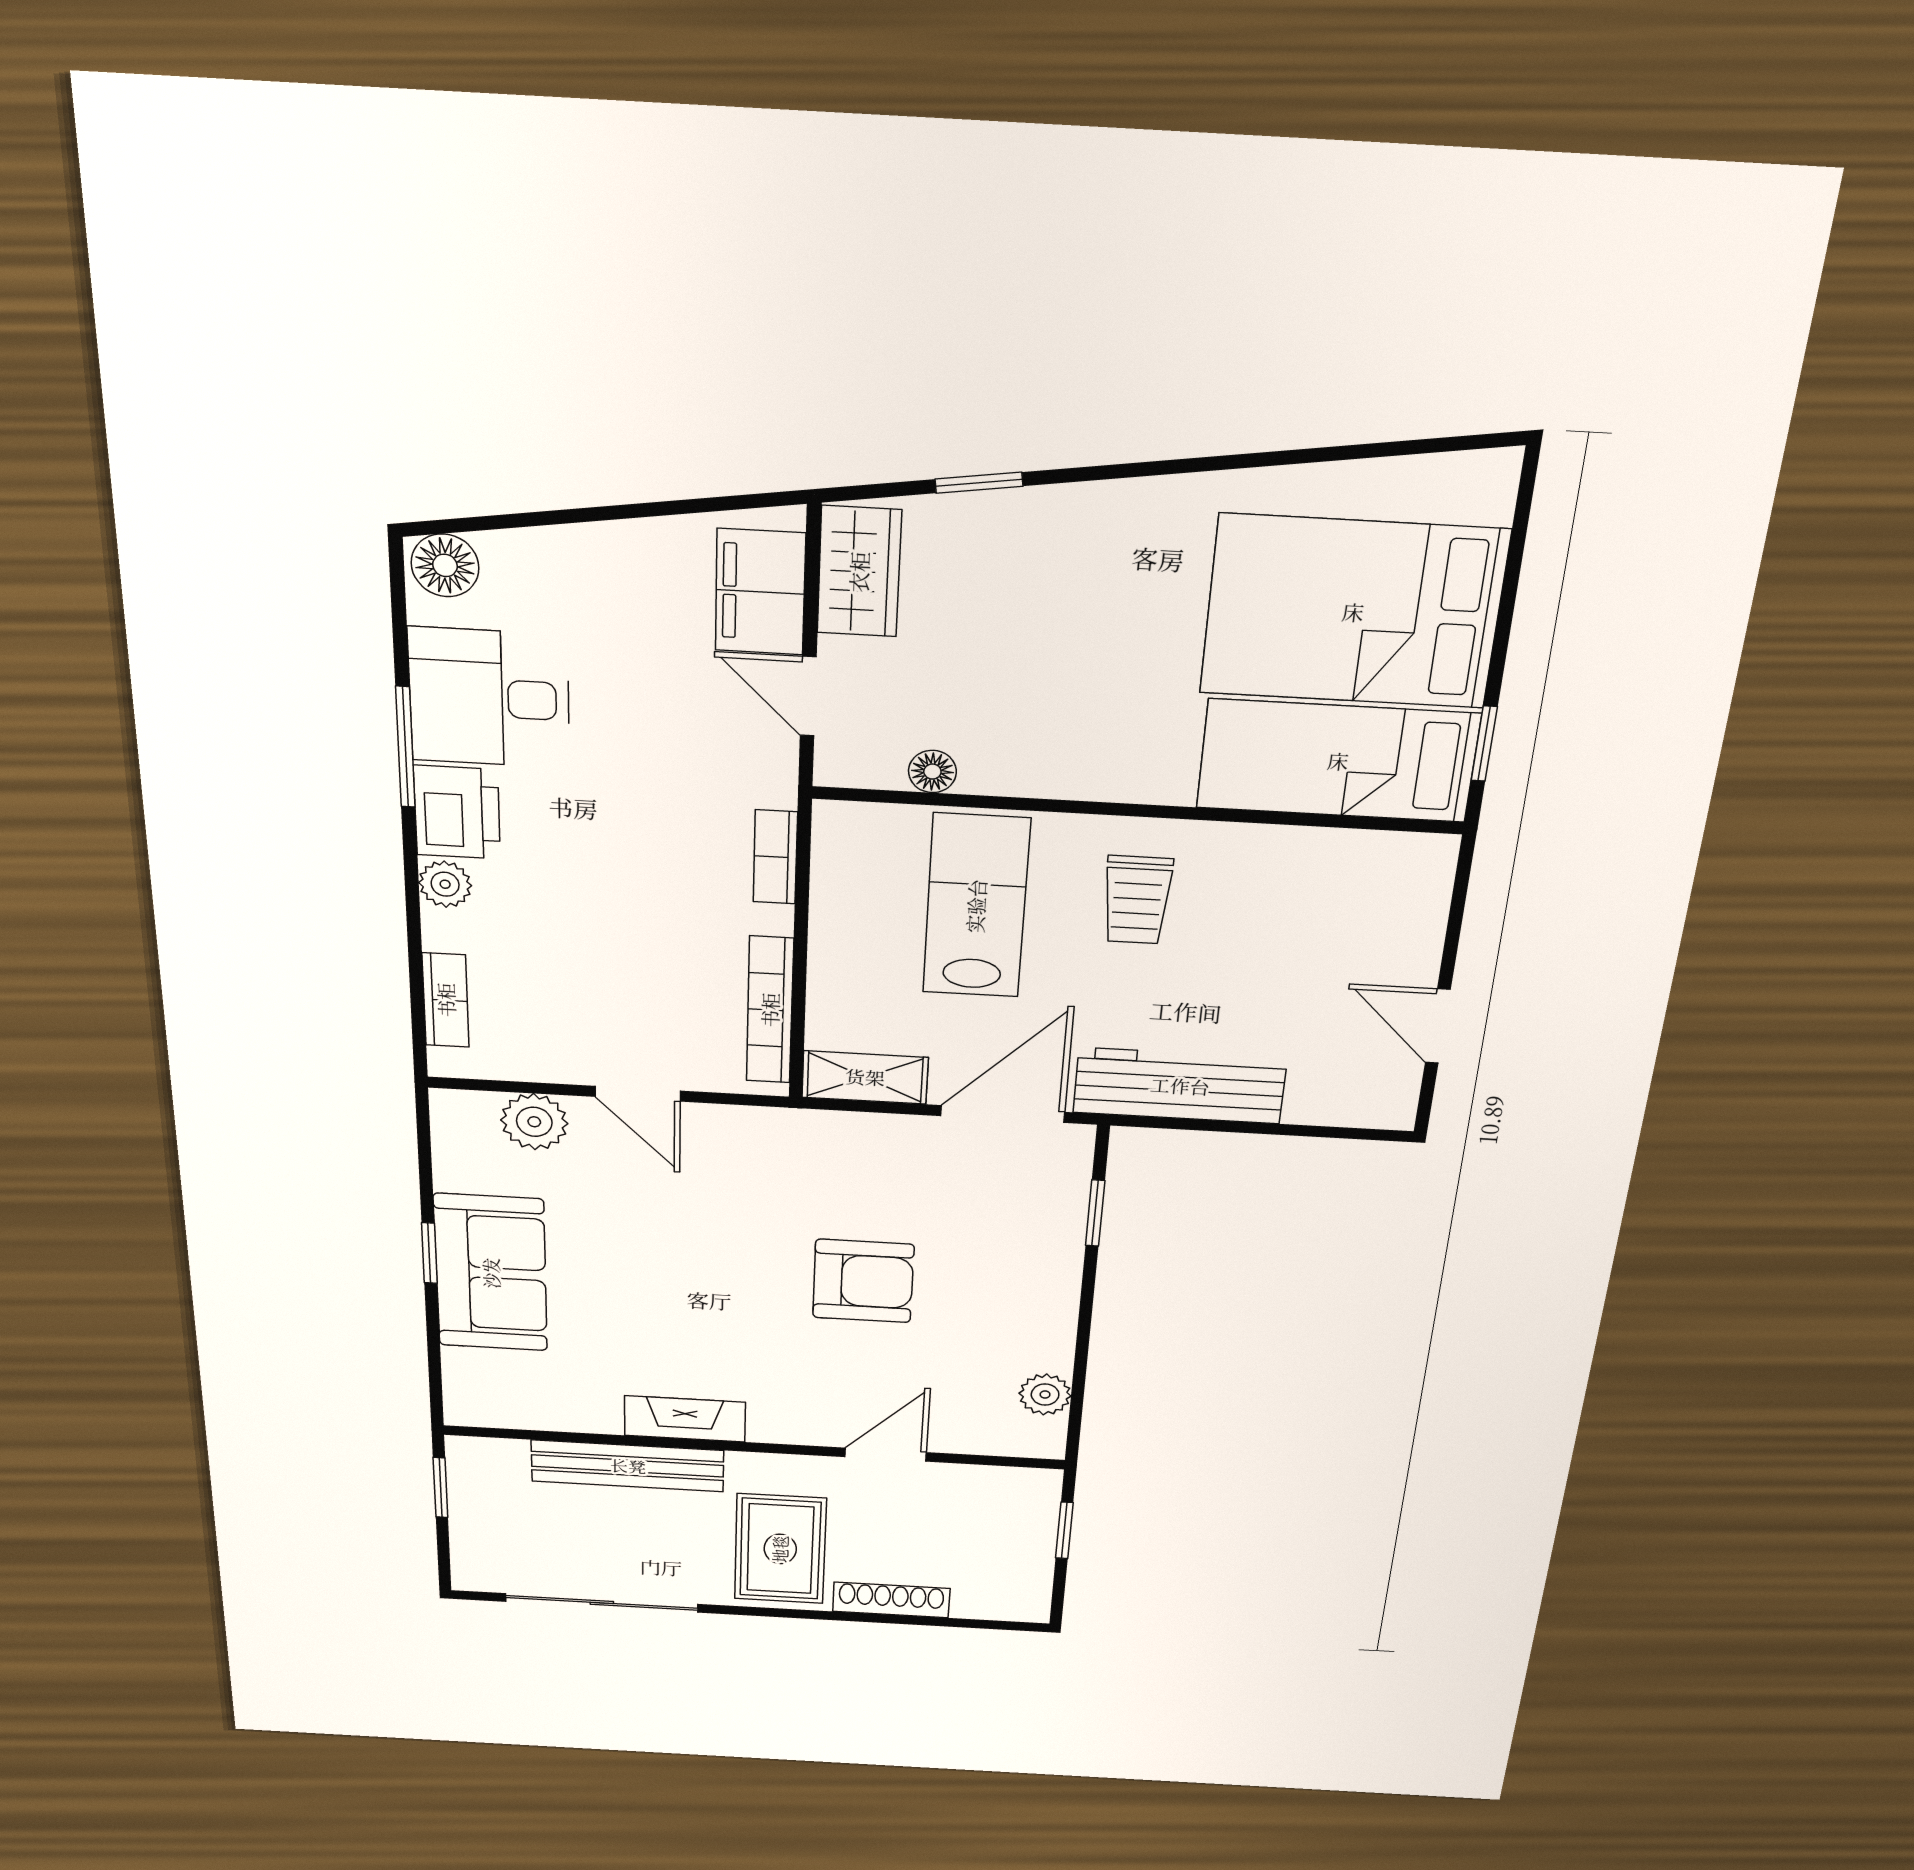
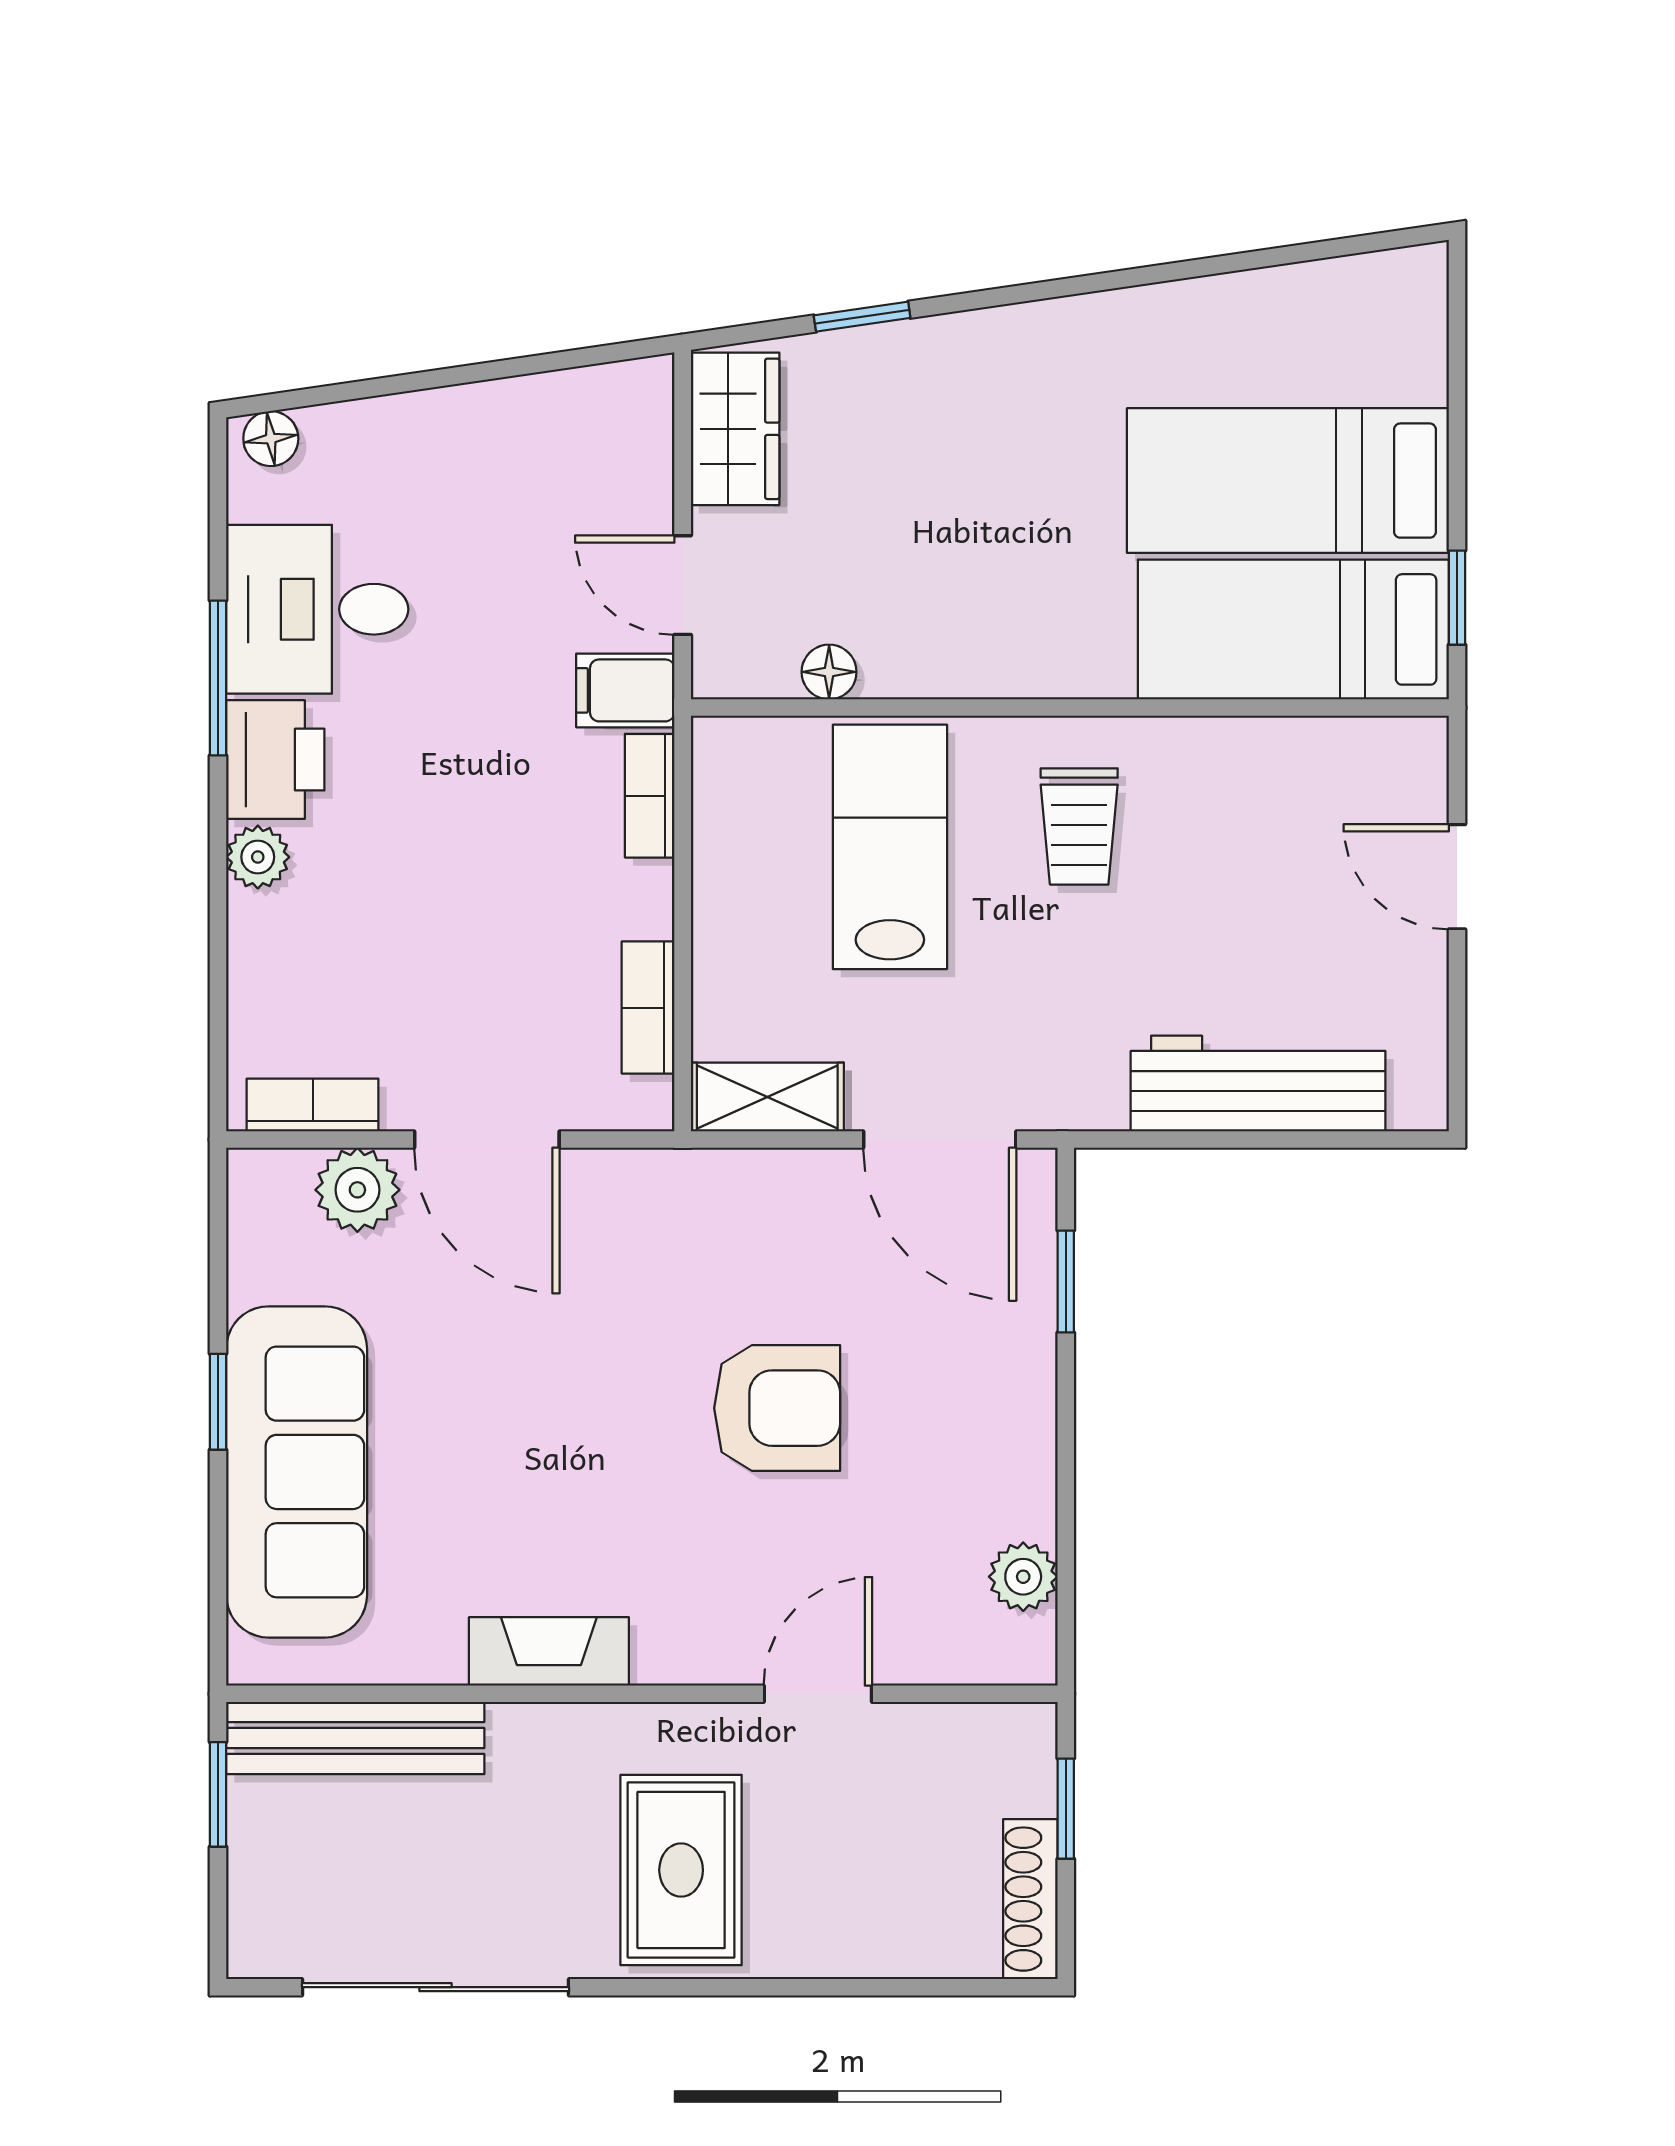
floor lamp: (445, 565) -> (271, 439), width x0.73, depth x0.73
filing cabinet: (760, 592) -> (625, 690), moved, width x0.50
bed: (1353, 612) -> (1288, 481), width x0.67
bookcase: (446, 1000) -> (313, 1105), moved, turned -90
bookcase: (770, 1010) -> (648, 1008), width x0.64
door: (1438, 1026) -> (1457, 877), moved
workbench: (1180, 1086) -> (1258, 1084), moved
door: (638, 1094) -> (487, 1140), width x1.38
door: (1003, 1114) -> (940, 1140), swing flipped
sofa: (491, 1273) -> (297, 1472), width x1.36
bench: (628, 1466) -> (355, 1738), moved
shoe rack: (891, 1600) -> (1030, 1899), moved, turned -90

